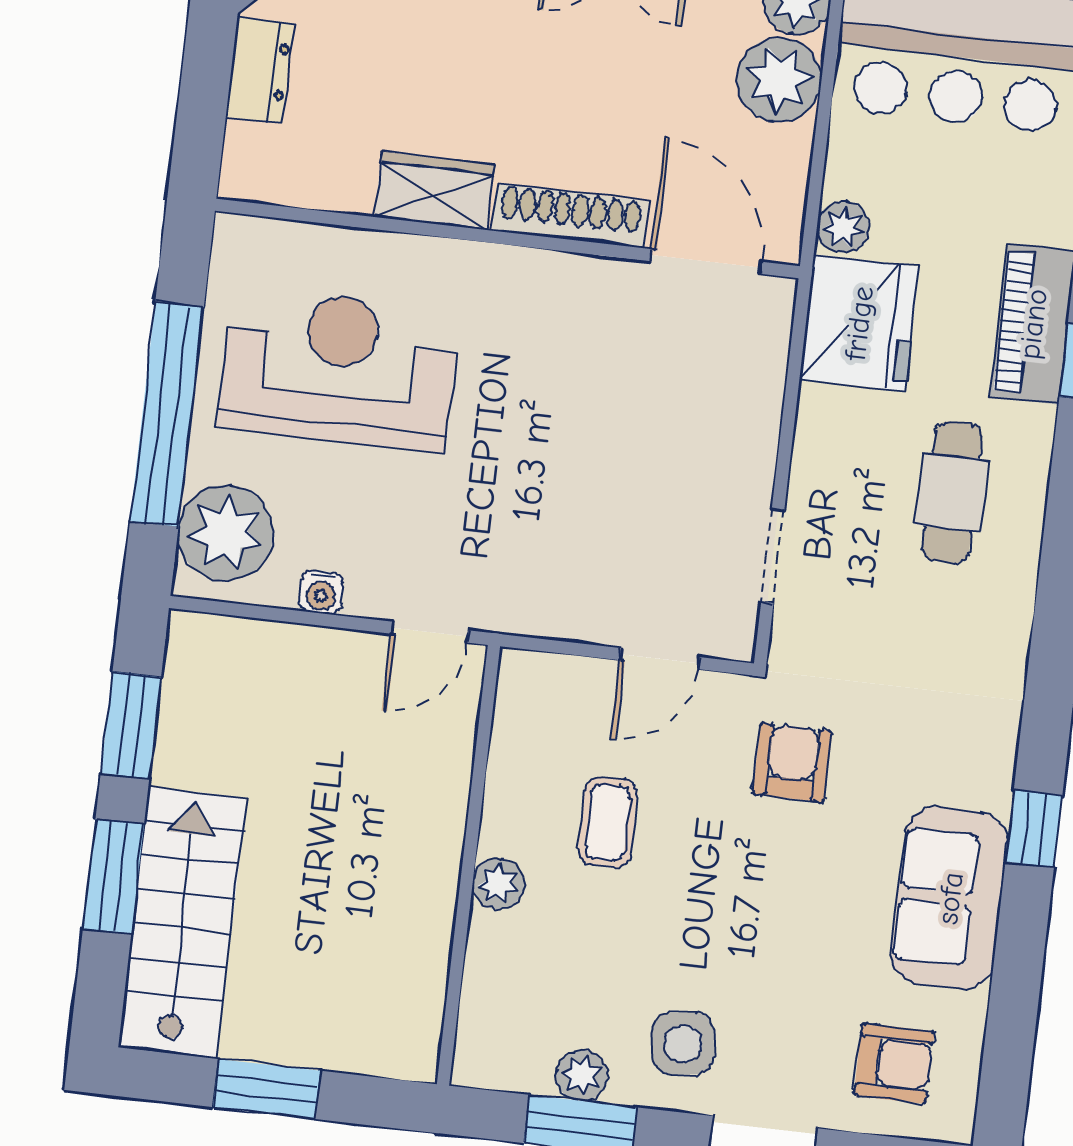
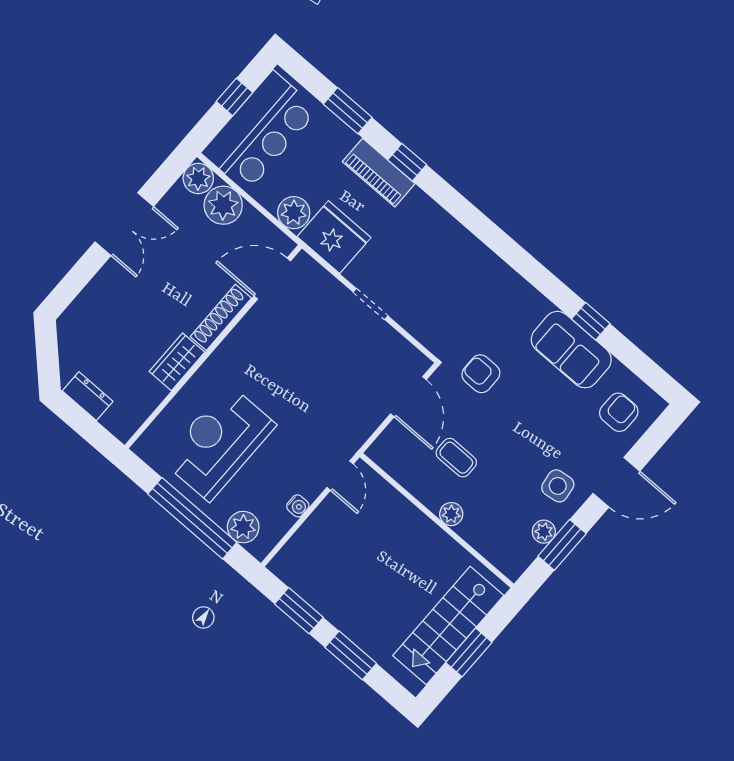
plant: (843, 227) -> (294, 213), width x1.38, depth x1.38
cafe table: (952, 492) -> (421, 246), removed
plant: (225, 533) -> (243, 527), width x0.73, depth x0.73
doorway: (773, 556) -> (370, 304), moved
door: (660, 659) -> (408, 397), width x1.38
window: (1034, 829) -> (591, 321), moved
stairs: (182, 923) -> (448, 626), moved, turned -90

